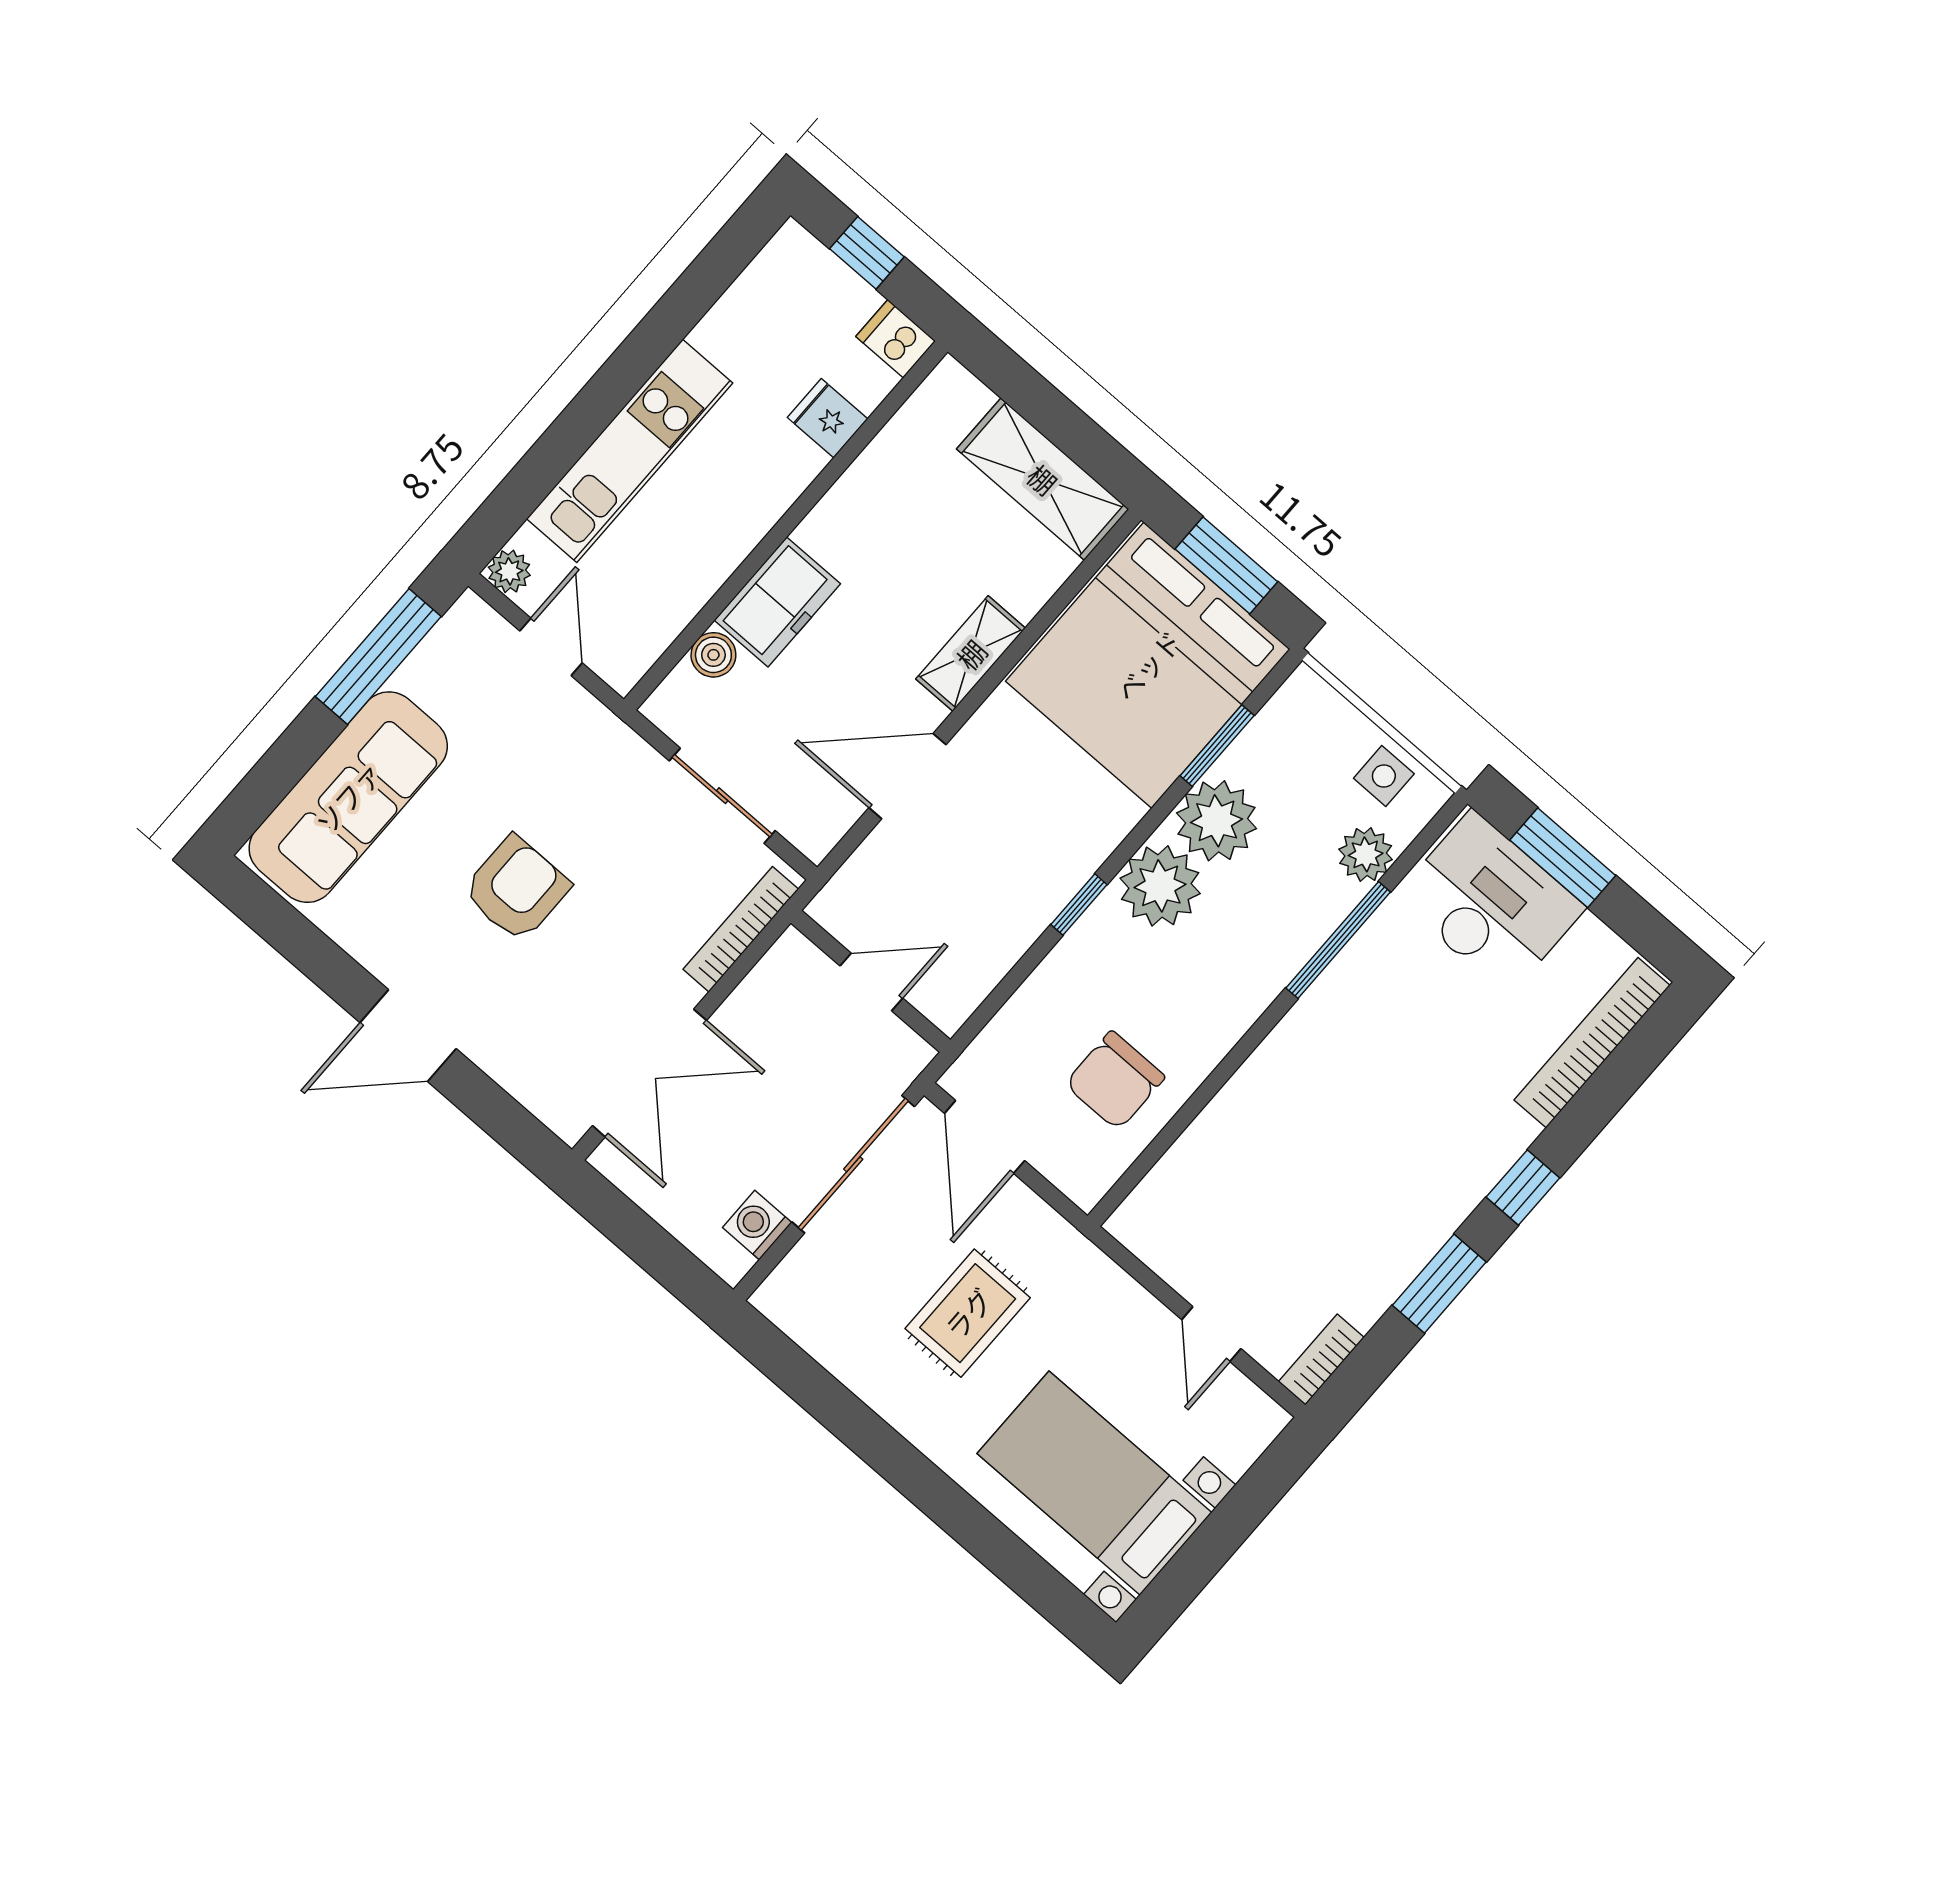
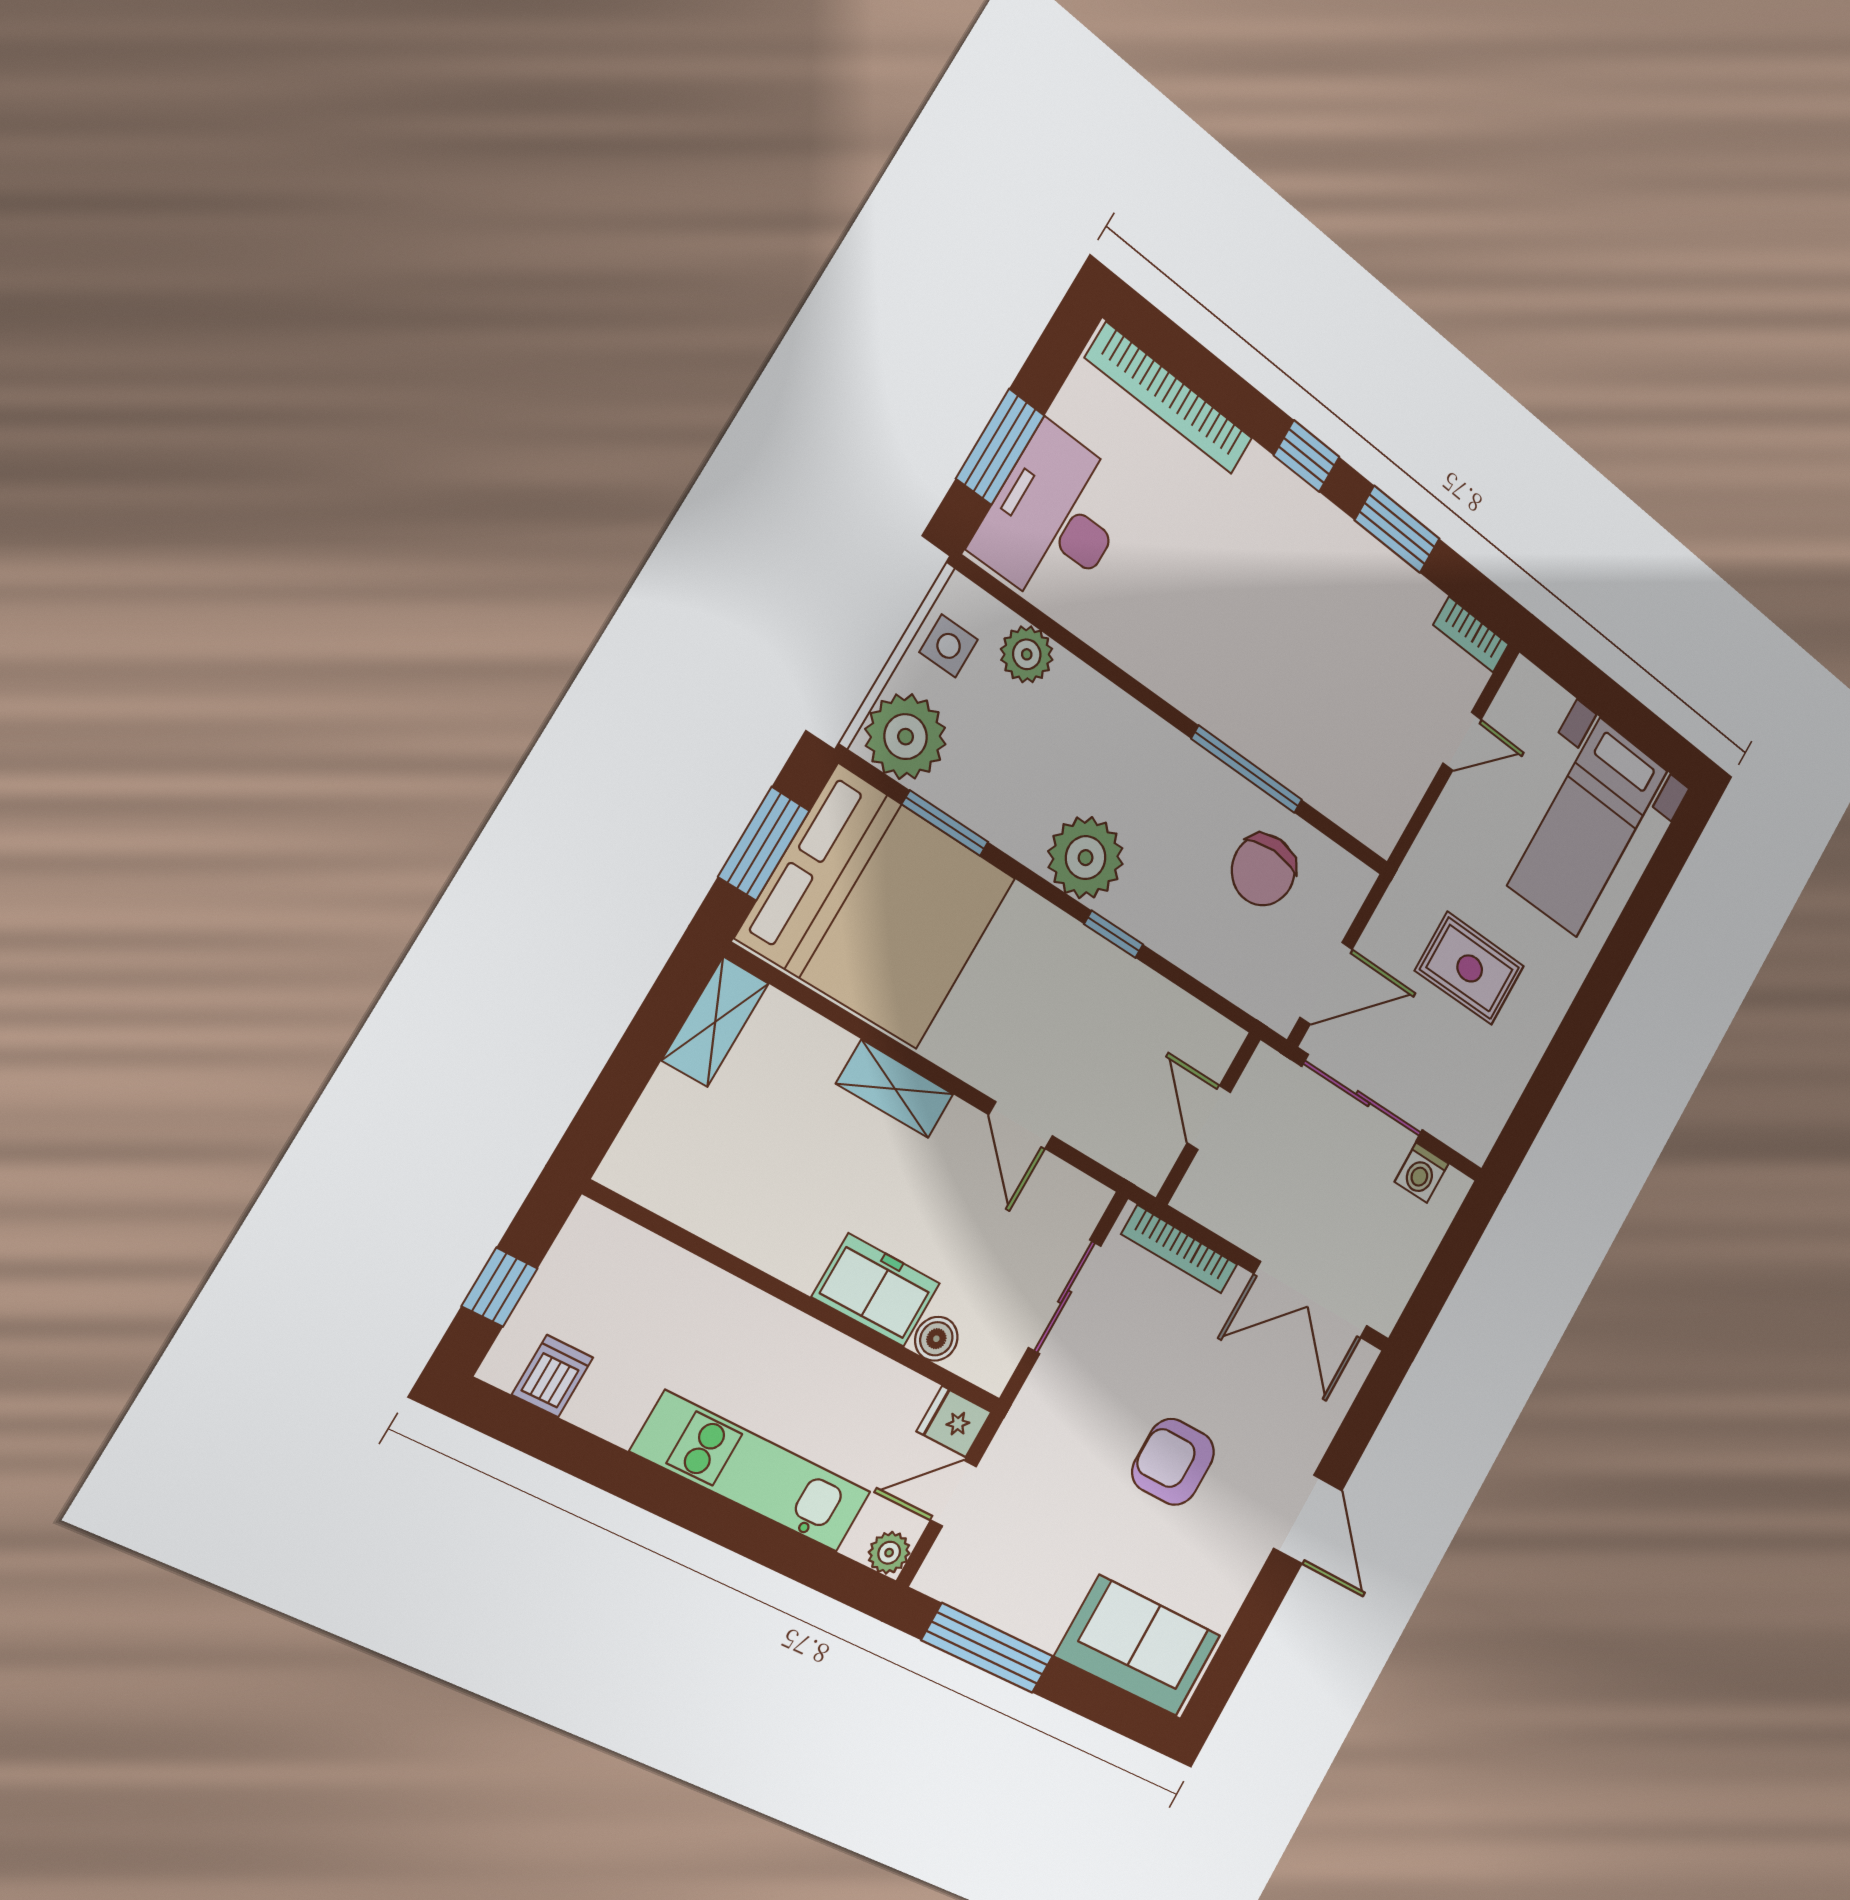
dishwasher: (896, 339) -> (553, 1376), moved, turned 180
fridge: (828, 418) -> (954, 1422), moved, turned 90
shelving: (1043, 479) -> (715, 1022), width x0.67, depth x0.75
door: (907, 776) -> (1021, 1125), width x0.73
sofa: (348, 797) -> (1138, 1646), width x0.73
plant: (1217, 821) -> (906, 737), moved
window: (1338, 940) -> (1247, 769), moved
double door: (649, 1073) -> (1311, 1300), swing flipped
chair: (1115, 1081) -> (1264, 870), turned 90

